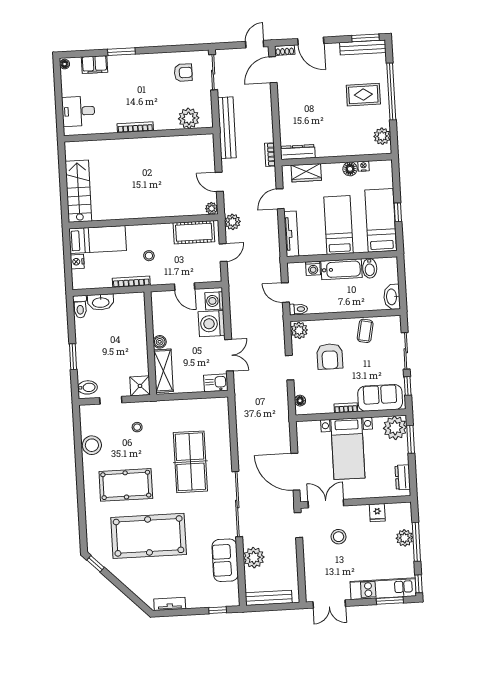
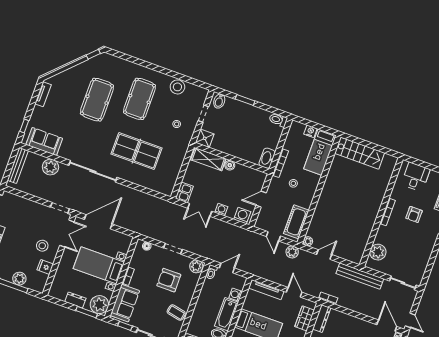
armchair: (183, 73) -> (414, 214), moved
washbasin: (101, 302) -> (267, 158), moved
washing machine: (212, 324) -> (221, 210), width x0.53, depth x0.53
dresser: (403, 477) -> (75, 300), moved
pool table: (149, 536) -> (97, 100), width x0.73, depth x0.76
stool: (339, 537) -> (42, 246), moved
sofa: (225, 560) -> (44, 141), moved

